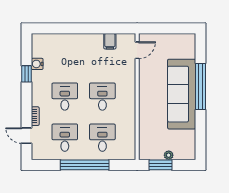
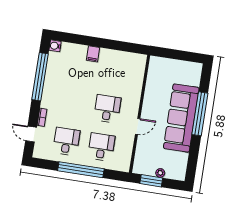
filing cabinet: (110, 41) -> (93, 54), moved
door: (137, 50) -> (138, 126), moved
water cooler: (37, 64) -> (55, 46), moved
window: (27, 74) -> (40, 77), width x3.17
desk: (65, 97) -> (72, 103), removed

